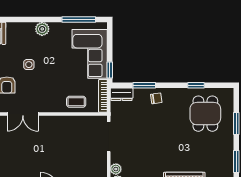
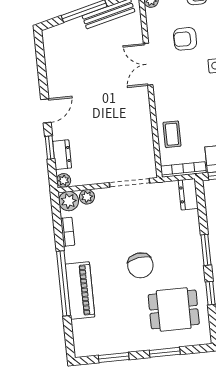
window: (144, 85) -> (206, 250), moved
chair: (156, 98) -> (140, 265), moved, width x1.87, depth x1.87

